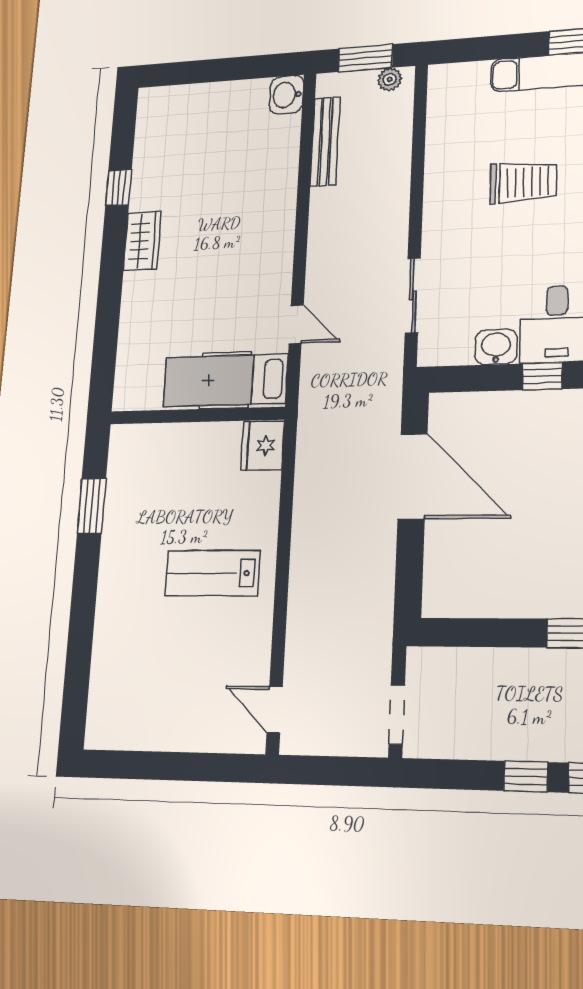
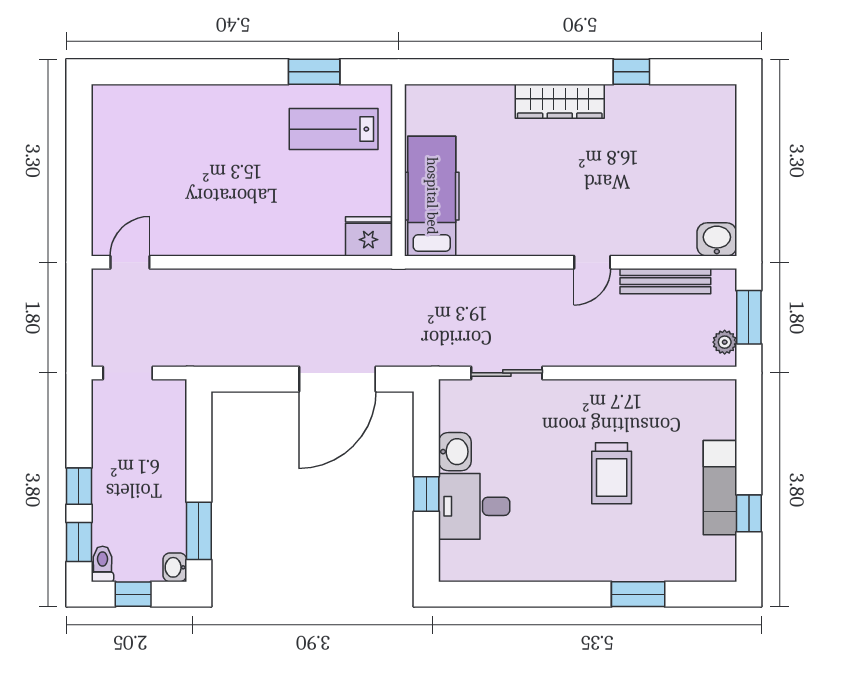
wardrobe: (142, 241) -> (560, 101), width x1.50
door: (296, 324) -> (592, 262), moved
lab bench: (212, 573) -> (334, 129), moved, turned -90

